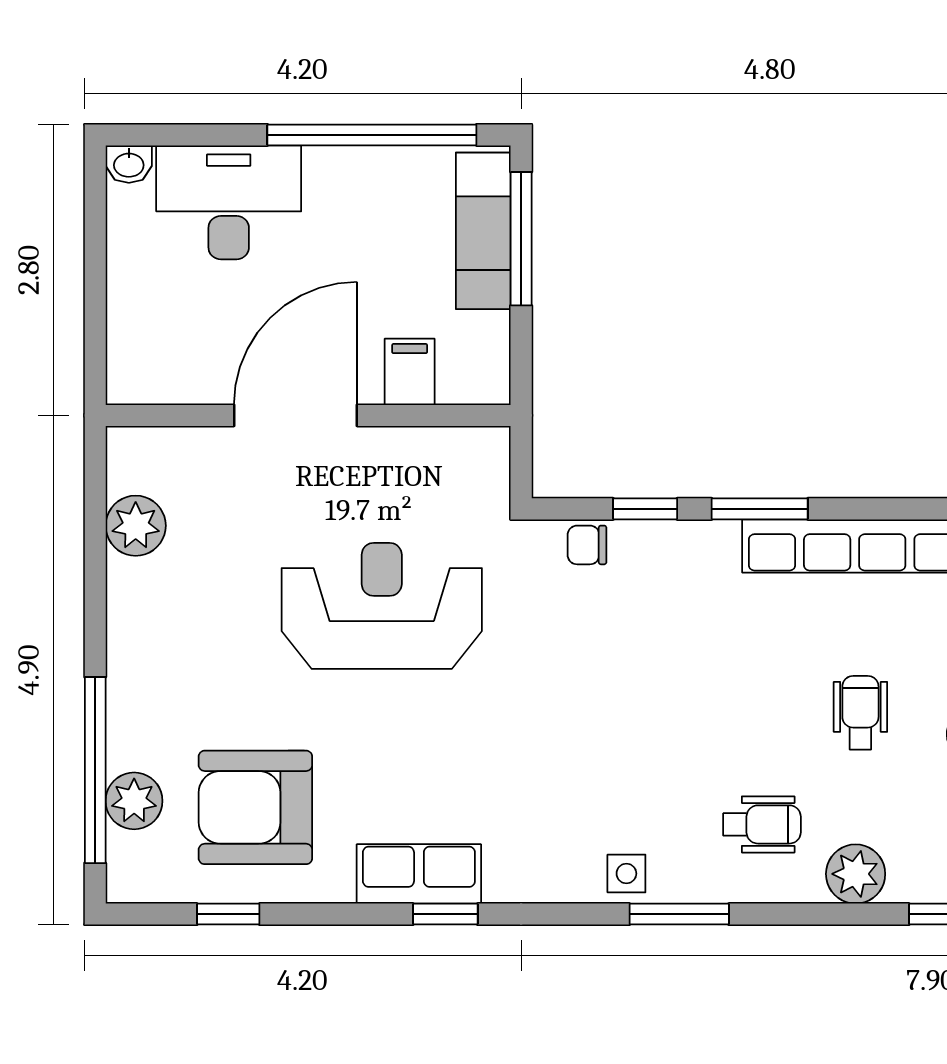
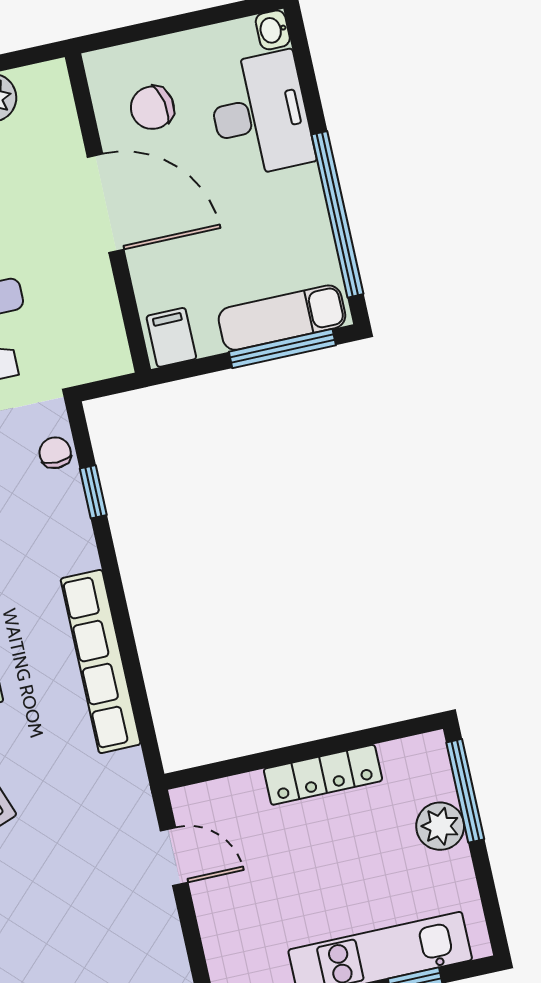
chair: (191, 333) -> (152, 108), added
filing cabinet: (410, 372) -> (171, 337), moved, turned -90
window: (760, 509) -> (113, 581), removed

